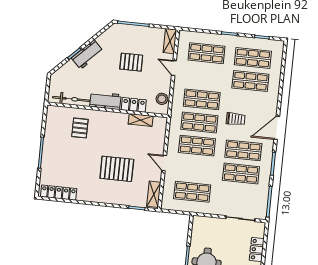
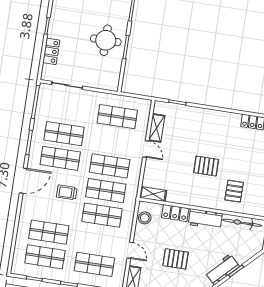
shelving: (141, 120) -> (153, 194), moved
pallet: (117, 169) -> (206, 166), moved, width x0.67, depth x0.71
shelving: (154, 194) -> (157, 128), moved

